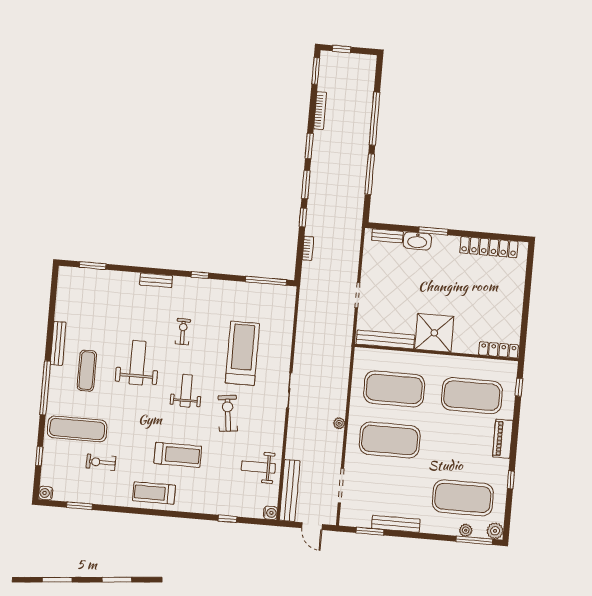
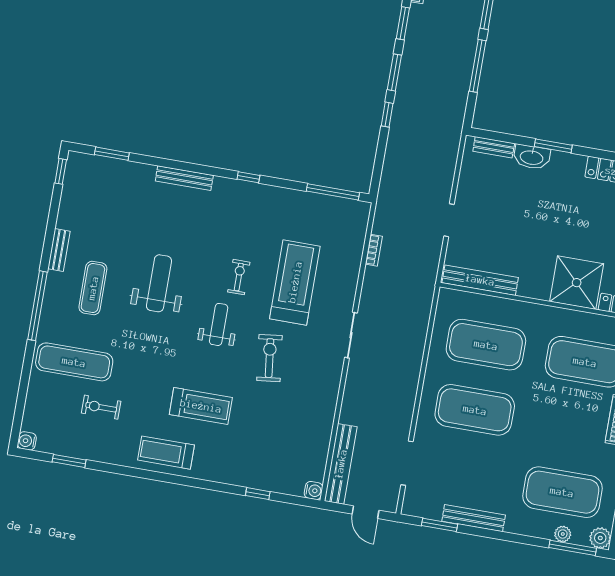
bookcase: (308, 248) -> (374, 250), moved
bench: (156, 280) -> (184, 178), width x1.36
exercise bike: (183, 332) -> (239, 277), moved
shower: (434, 333) -> (577, 283), moved
bench: (58, 343) -> (59, 250), width x0.73
plant: (339, 423) -> (412, 383), removed
window: (39, 456) -> (61, 171), moved
weight bench: (258, 467) -> (303, 430), removed

